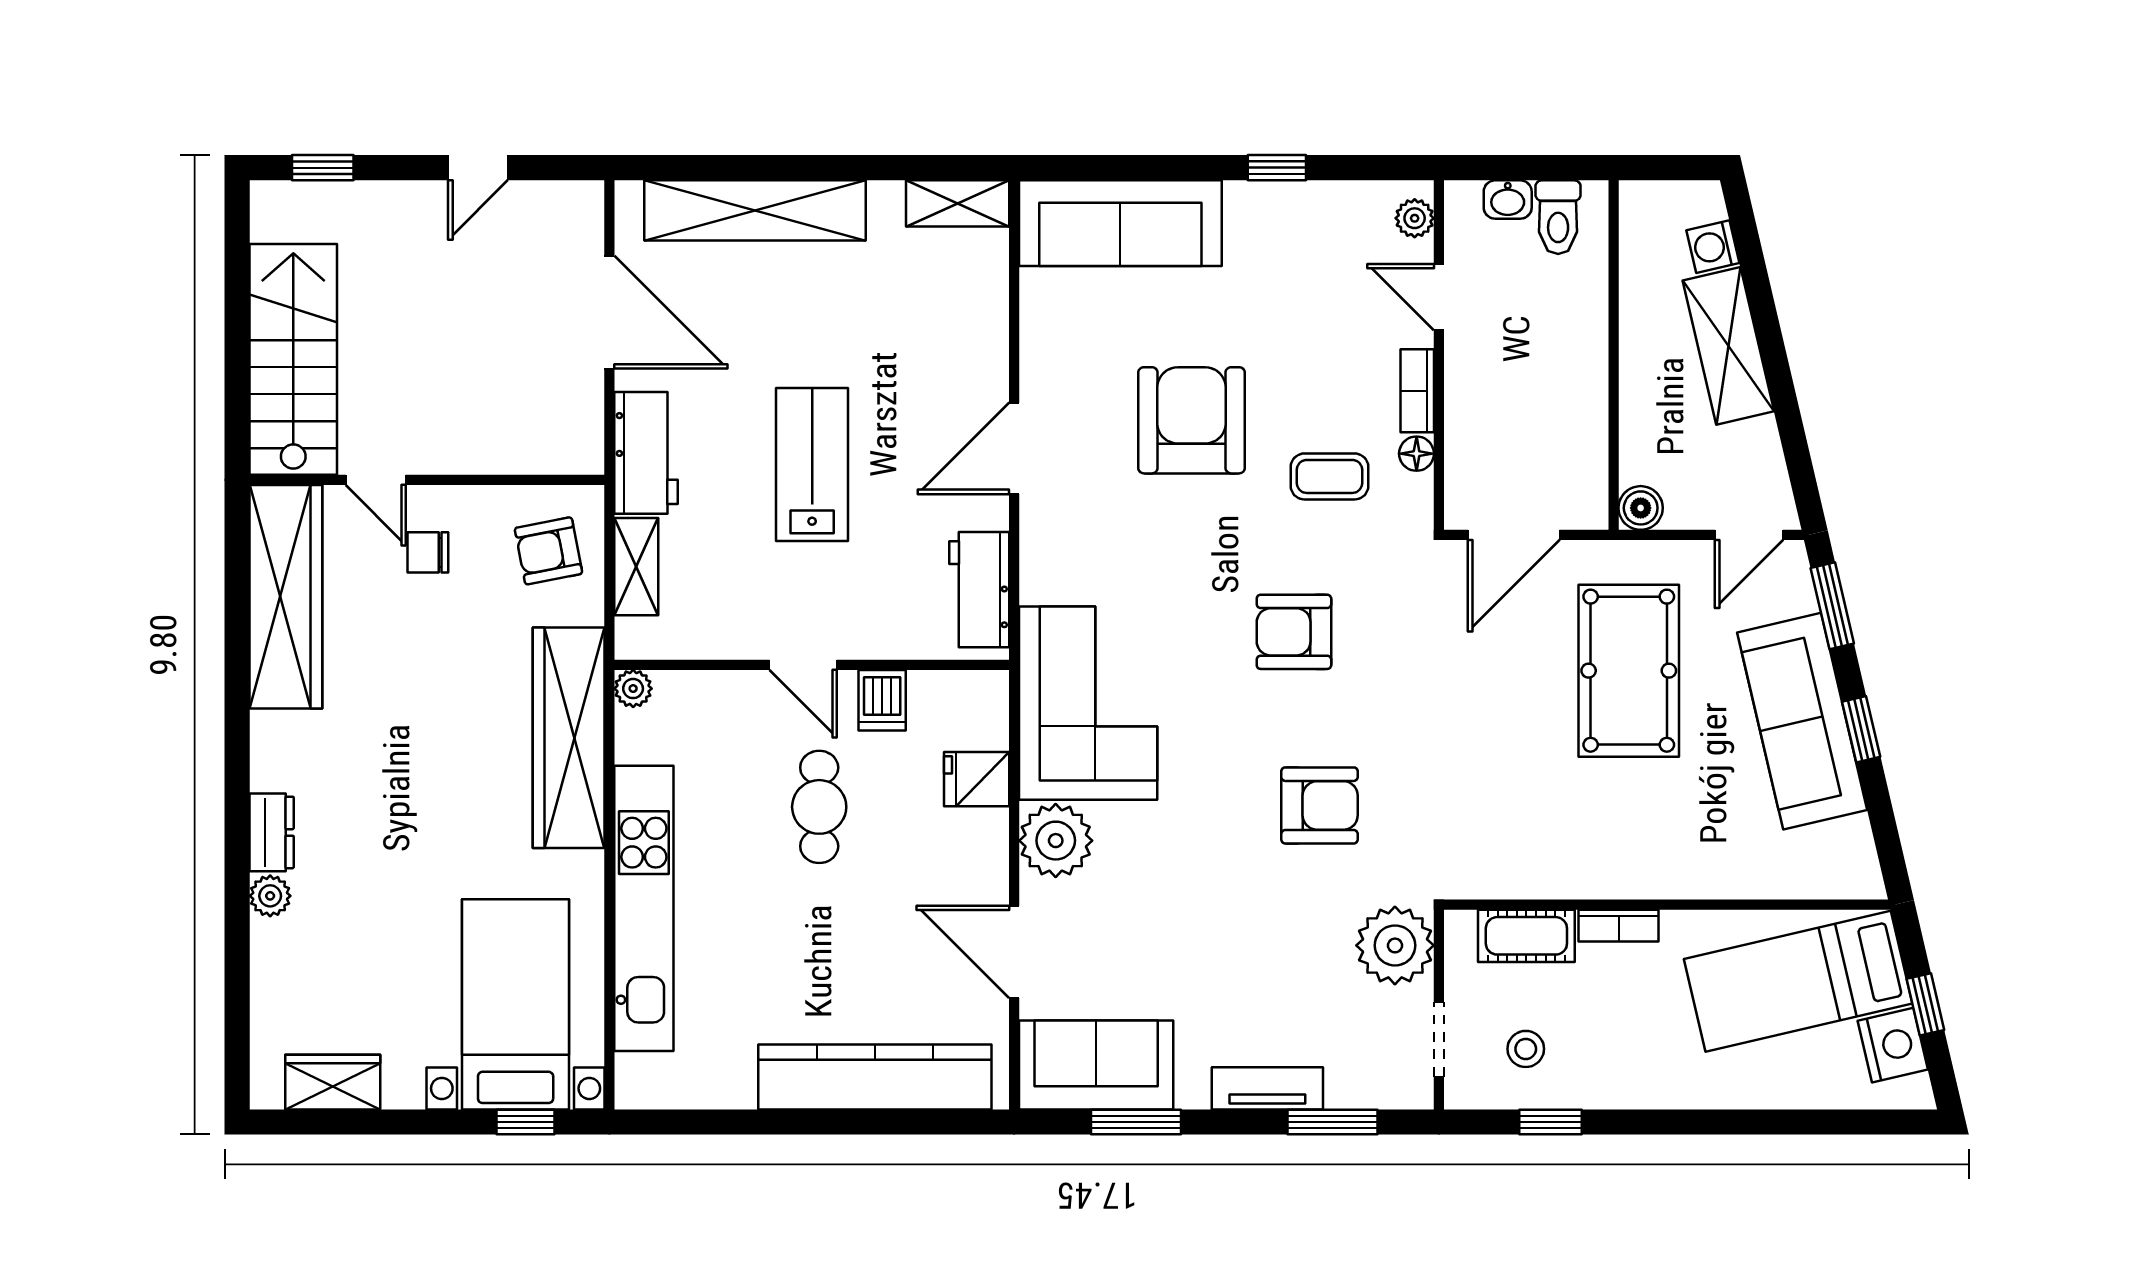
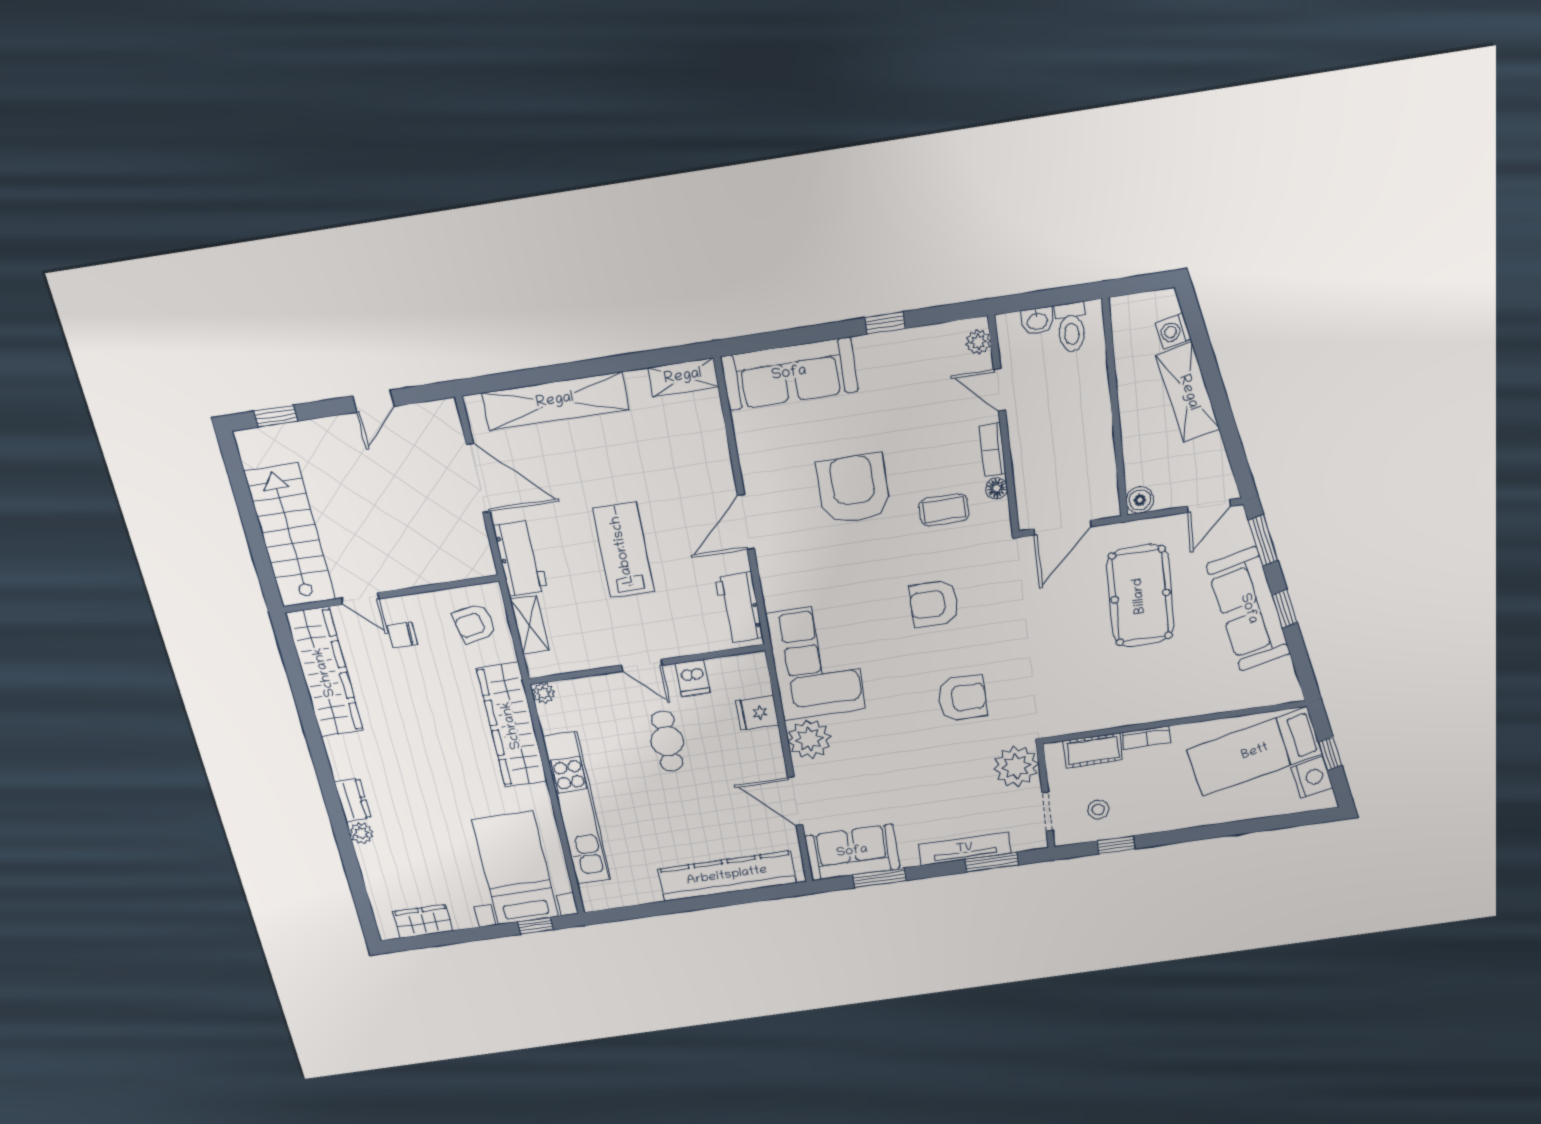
tv unit: (1267, 1088) -> (965, 849), width x1.41

